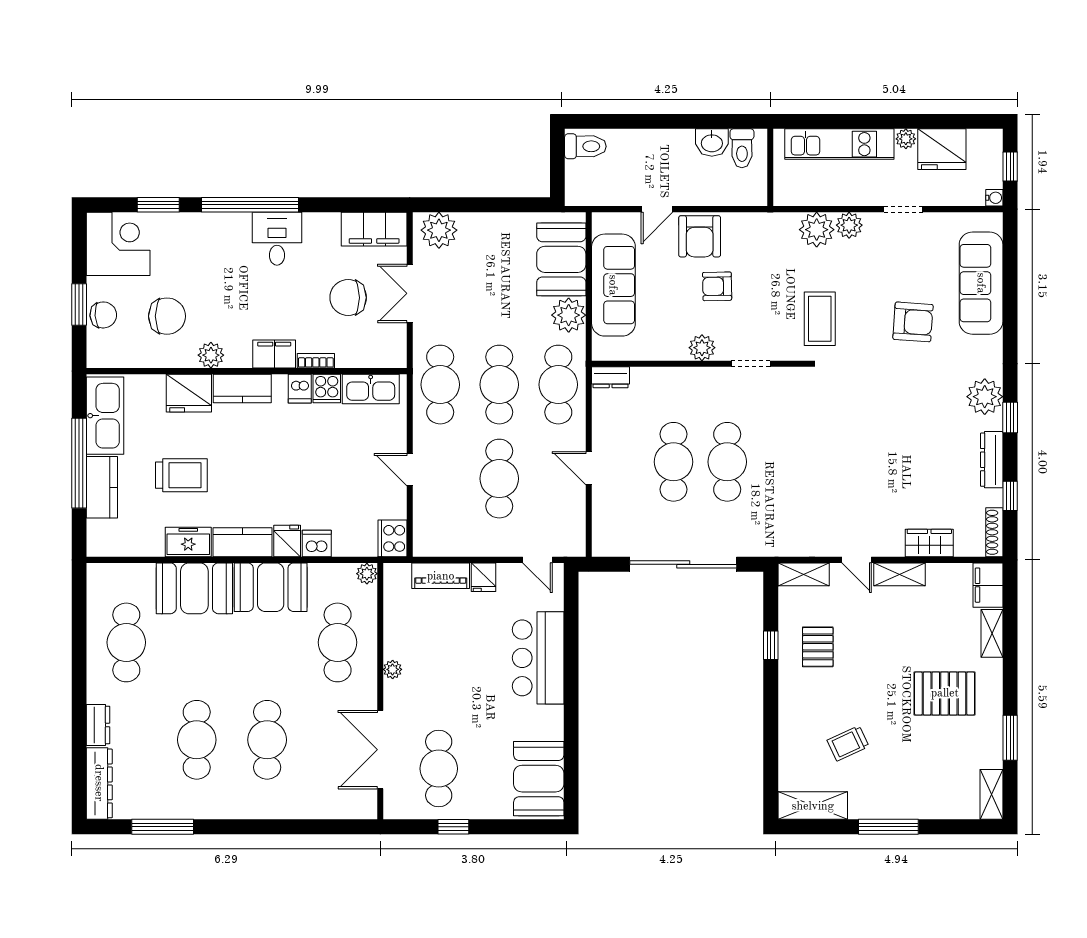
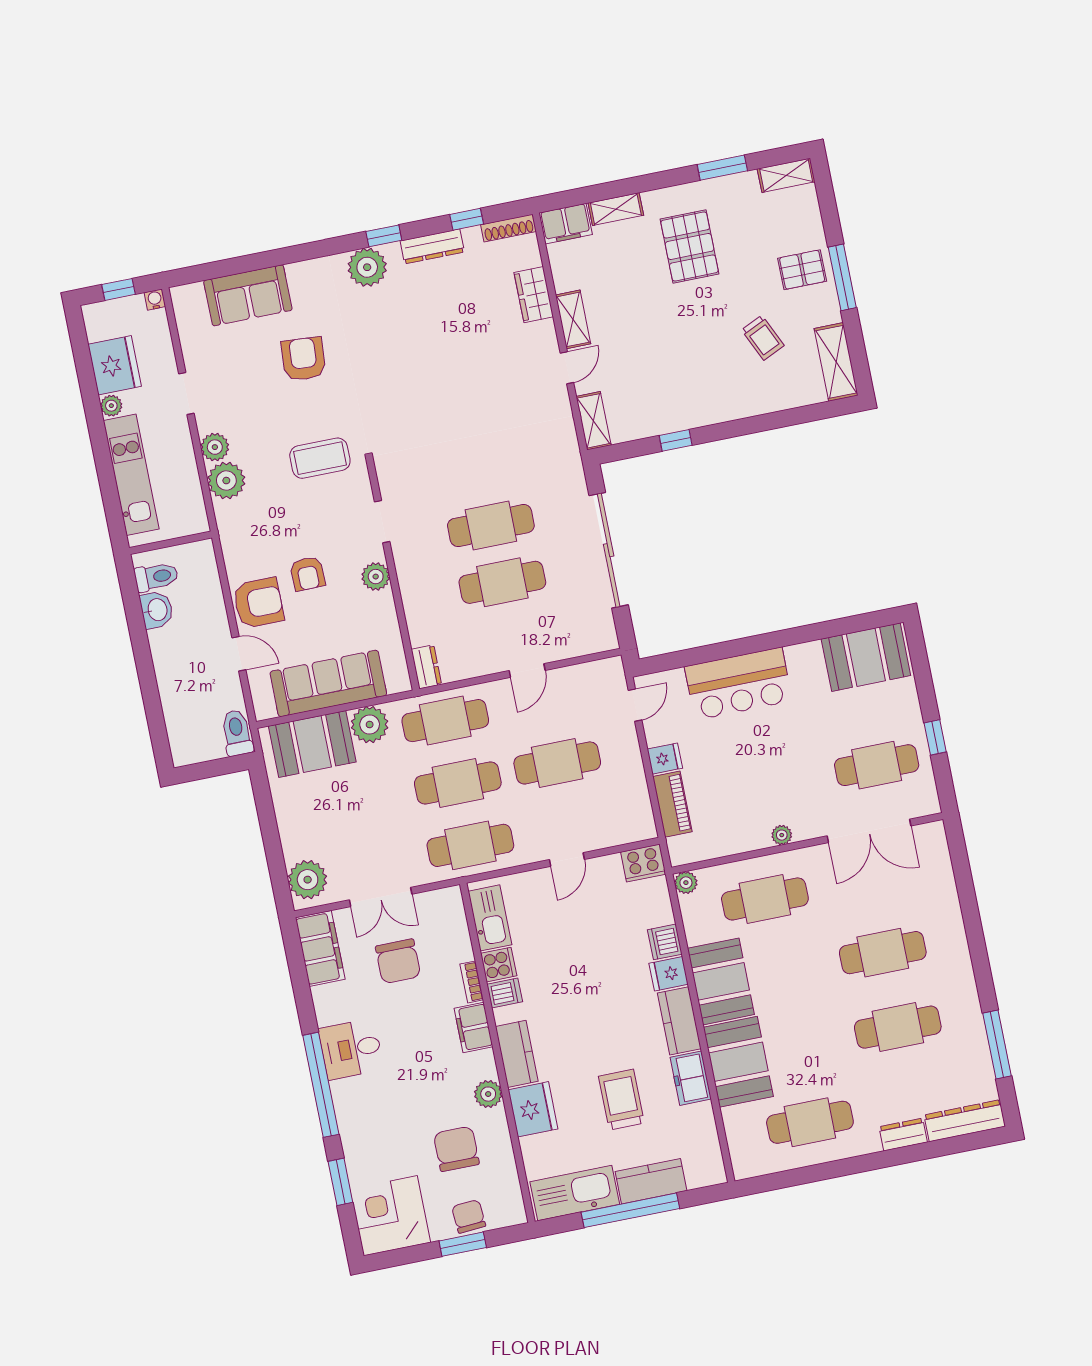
toilet: (585, 146) -> (237, 733), moved
sofa: (981, 283) -> (248, 295), width x0.73
pallet: (818, 647) -> (802, 270), moved

